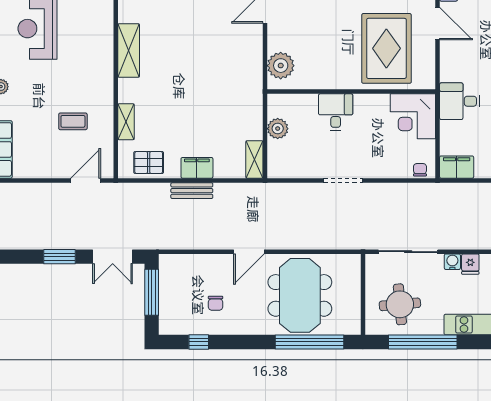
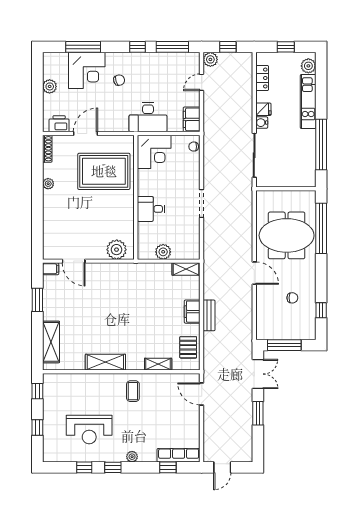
desk: (460, 101) -> (148, 117), width x1.37
coffee table: (73, 121) -> (133, 391), moved
round table: (400, 304) -> (293, 161), removed

